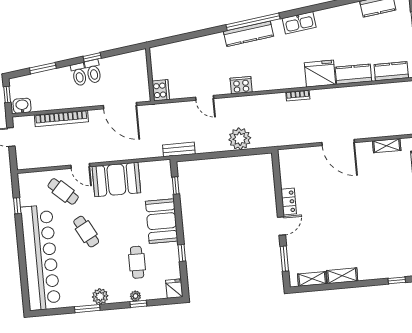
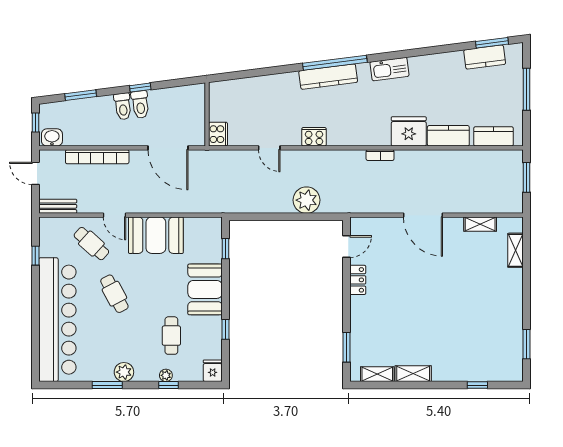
bench: (179, 149) -> (58, 206), moved
door: (281, 226) -> (347, 246), moved

